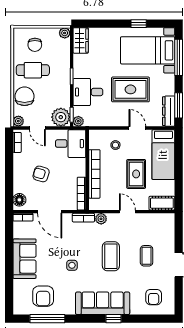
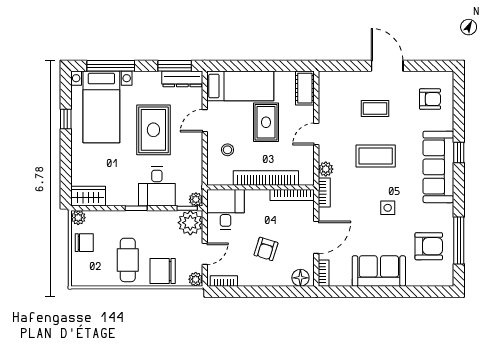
chair: (35, 45) -> (84, 243), moved
rug: (136, 174) -> (266, 122), turned 90

